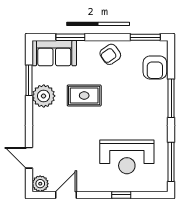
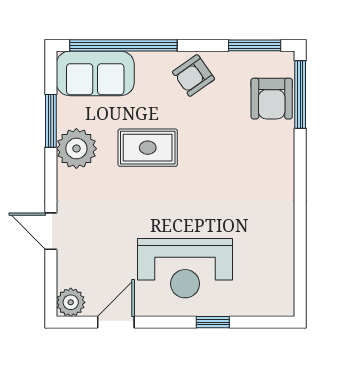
window: (70, 37) -> (123, 45), width x2.11
window: (171, 98) -> (300, 94), moved
reception desk: (127, 157) -> (185, 268), moved
door: (29, 158) -> (51, 231), moved
window: (171, 162) -> (300, 264), removed

